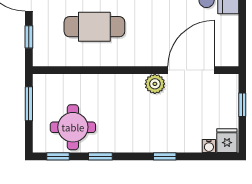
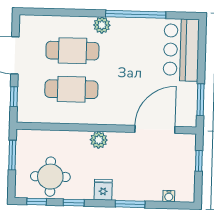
window: (242, 35) -> (200, 100), added
plant: (155, 84) -> (99, 140), moved
fridge: (227, 141) -> (103, 190), moved
window: (165, 156) -> (130, 204), width x1.50

